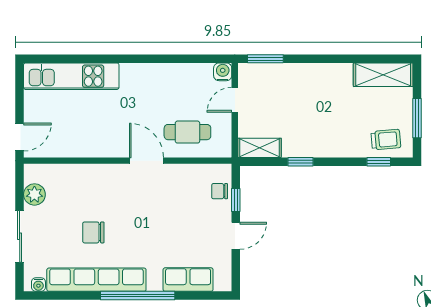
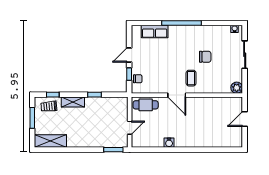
water cooler: (223, 72) -> (169, 143), moved
kitchen unit: (71, 76) -> (217, 140), removed
cafe table: (187, 132) -> (146, 105), moved
door: (20, 137) -> (245, 119), moved
shelving: (260, 148) -> (73, 102), moved
coffee table: (120, 192) -> (191, 78), added
plant: (34, 194) -> (237, 88), moved
row of seats: (96, 280) -> (204, 31), removed

